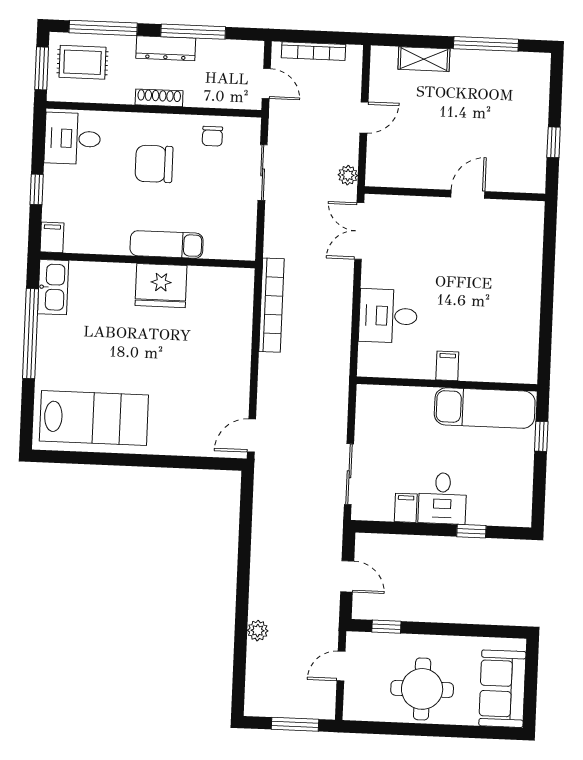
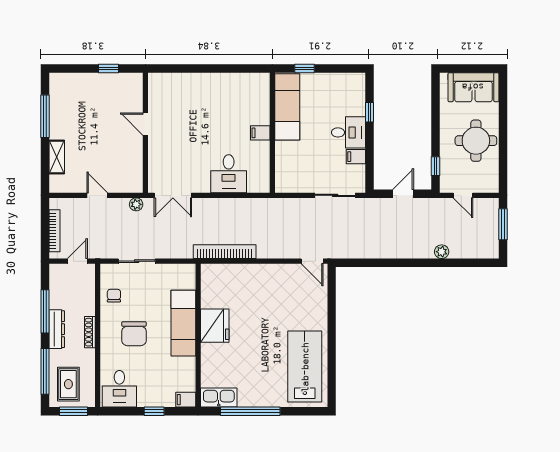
chair: (212, 136) -> (114, 296), turned -90
exam couch: (167, 244) -> (183, 323), width x1.36, depth x1.45

